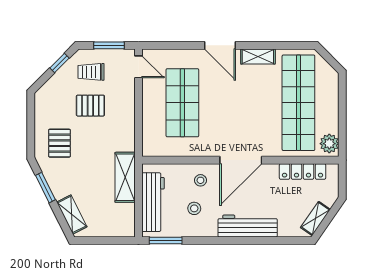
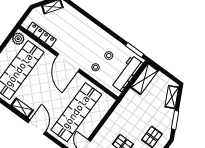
shop shelf: (182, 103) -> (76, 112), width x1.40
door: (241, 160) -> (68, 63), swing flipped
shelving: (125, 177) -> (144, 79), moved
workbench: (248, 226) -> (89, 27), removed

